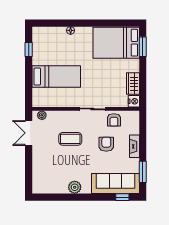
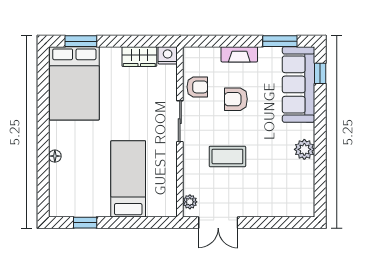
coffee table: (70, 139) -> (227, 156), turned 90

